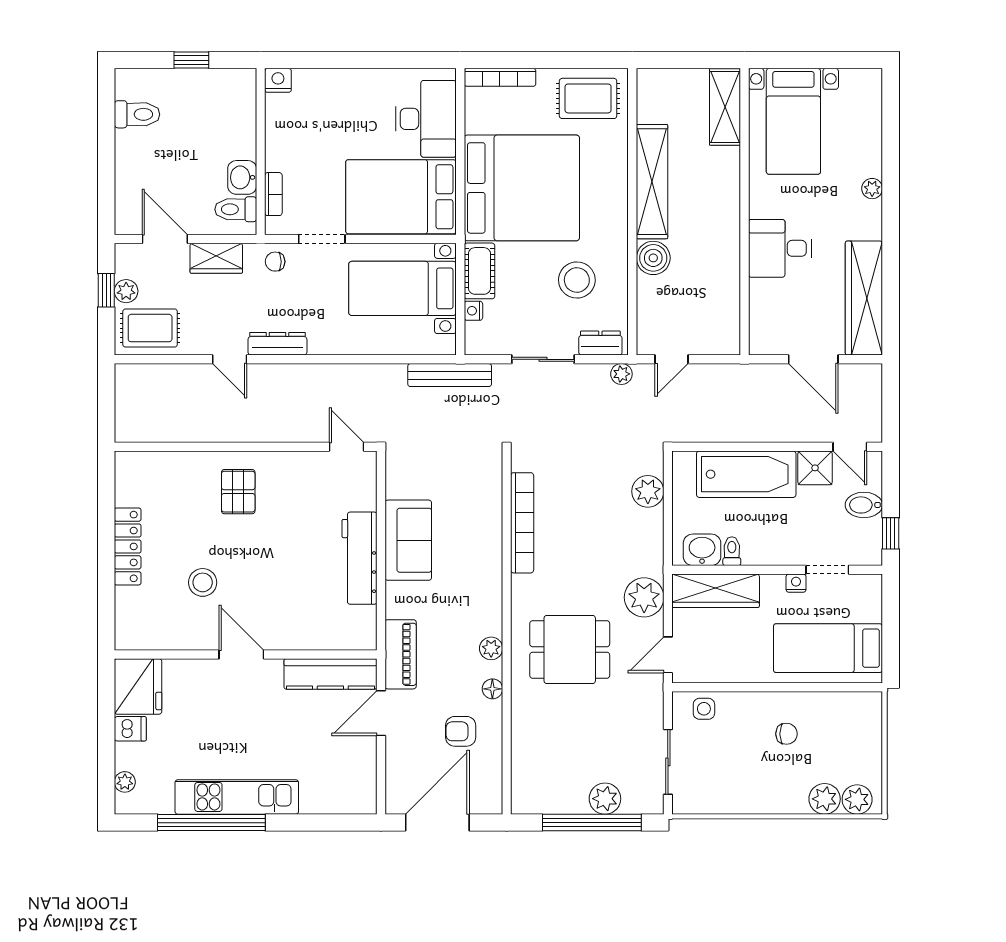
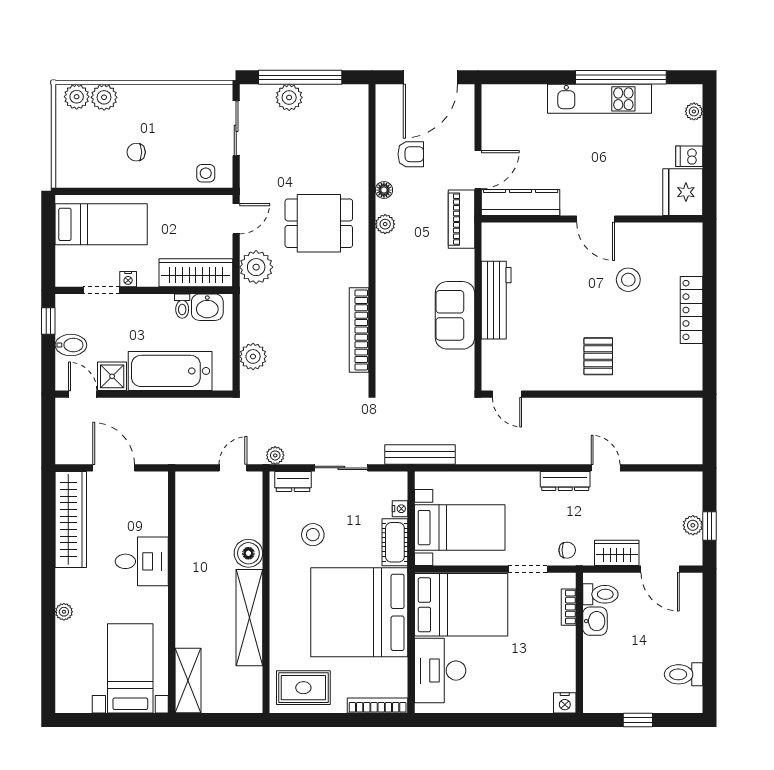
stool: (577, 280) -> (313, 535), width x0.73, depth x0.73
rug: (150, 328) -> (673, 494), removed

